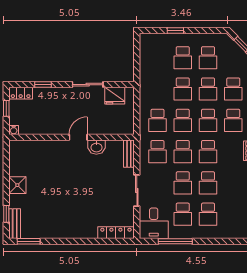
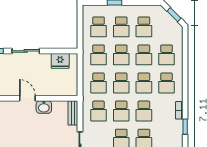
school desk: (157, 58) -> (99, 27), added
sliding door: (88, 85) -> (26, 51), moved
school desk: (157, 89) -> (99, 55), added
door: (78, 137) -> (27, 98), hinge flipped

